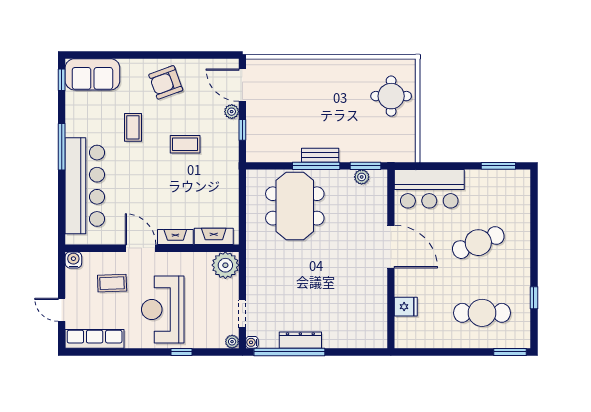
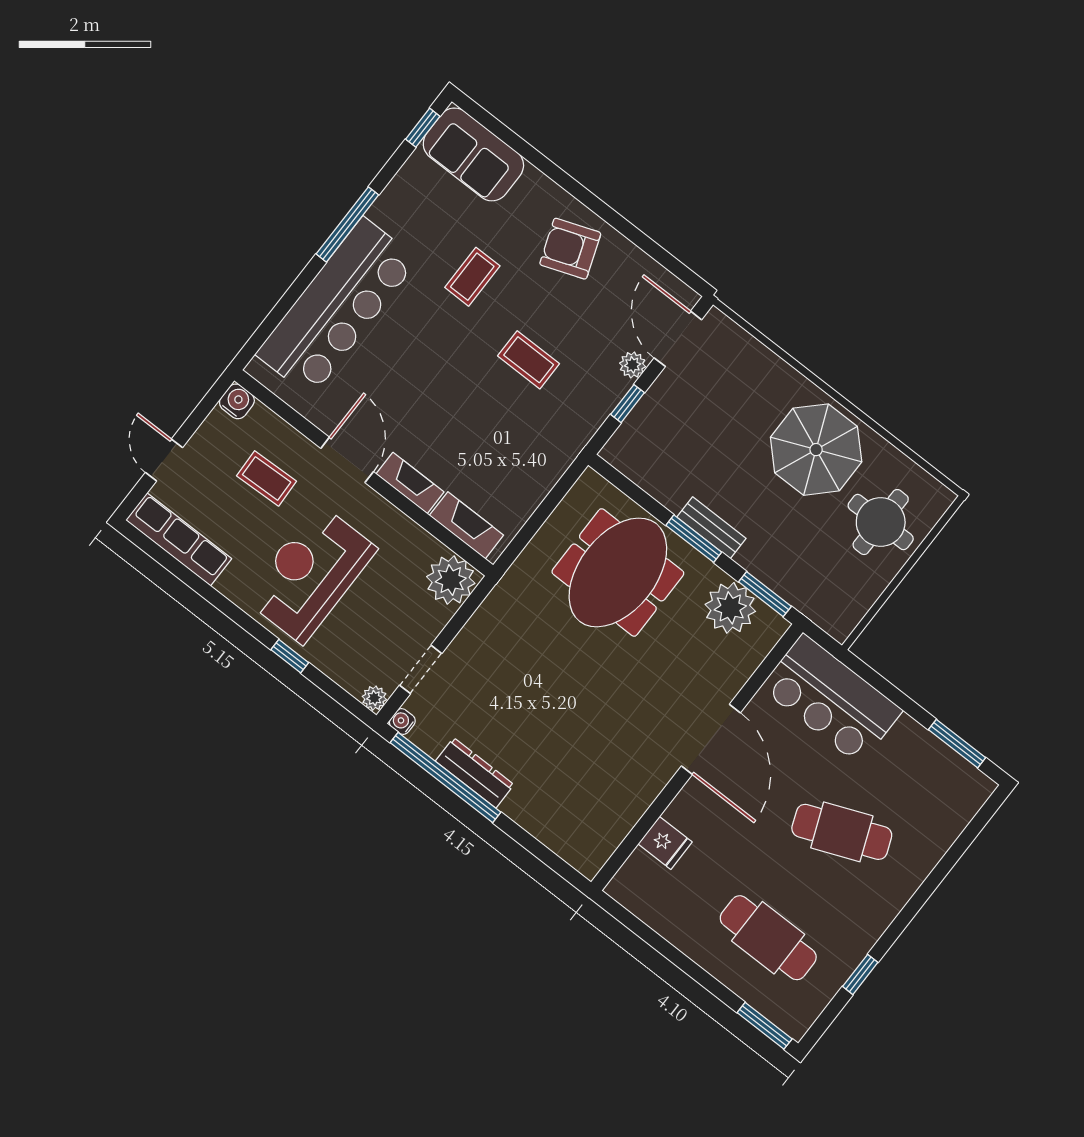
parasol: (339, 87) -> (816, 450), added
window: (316, 166) -> (694, 539), width x0.69
plant: (362, 177) -> (730, 608), width x1.87, depth x1.87

